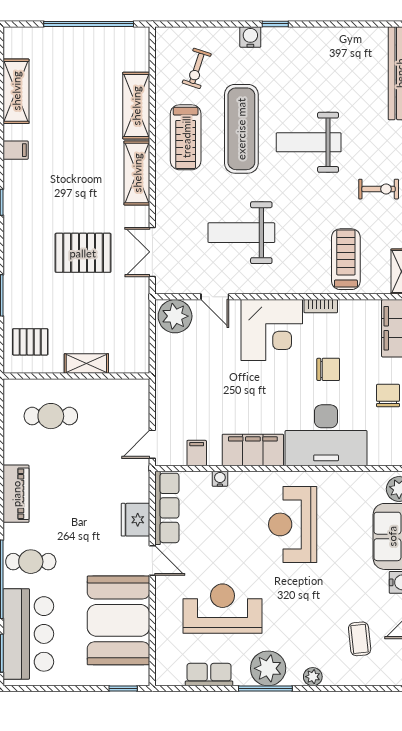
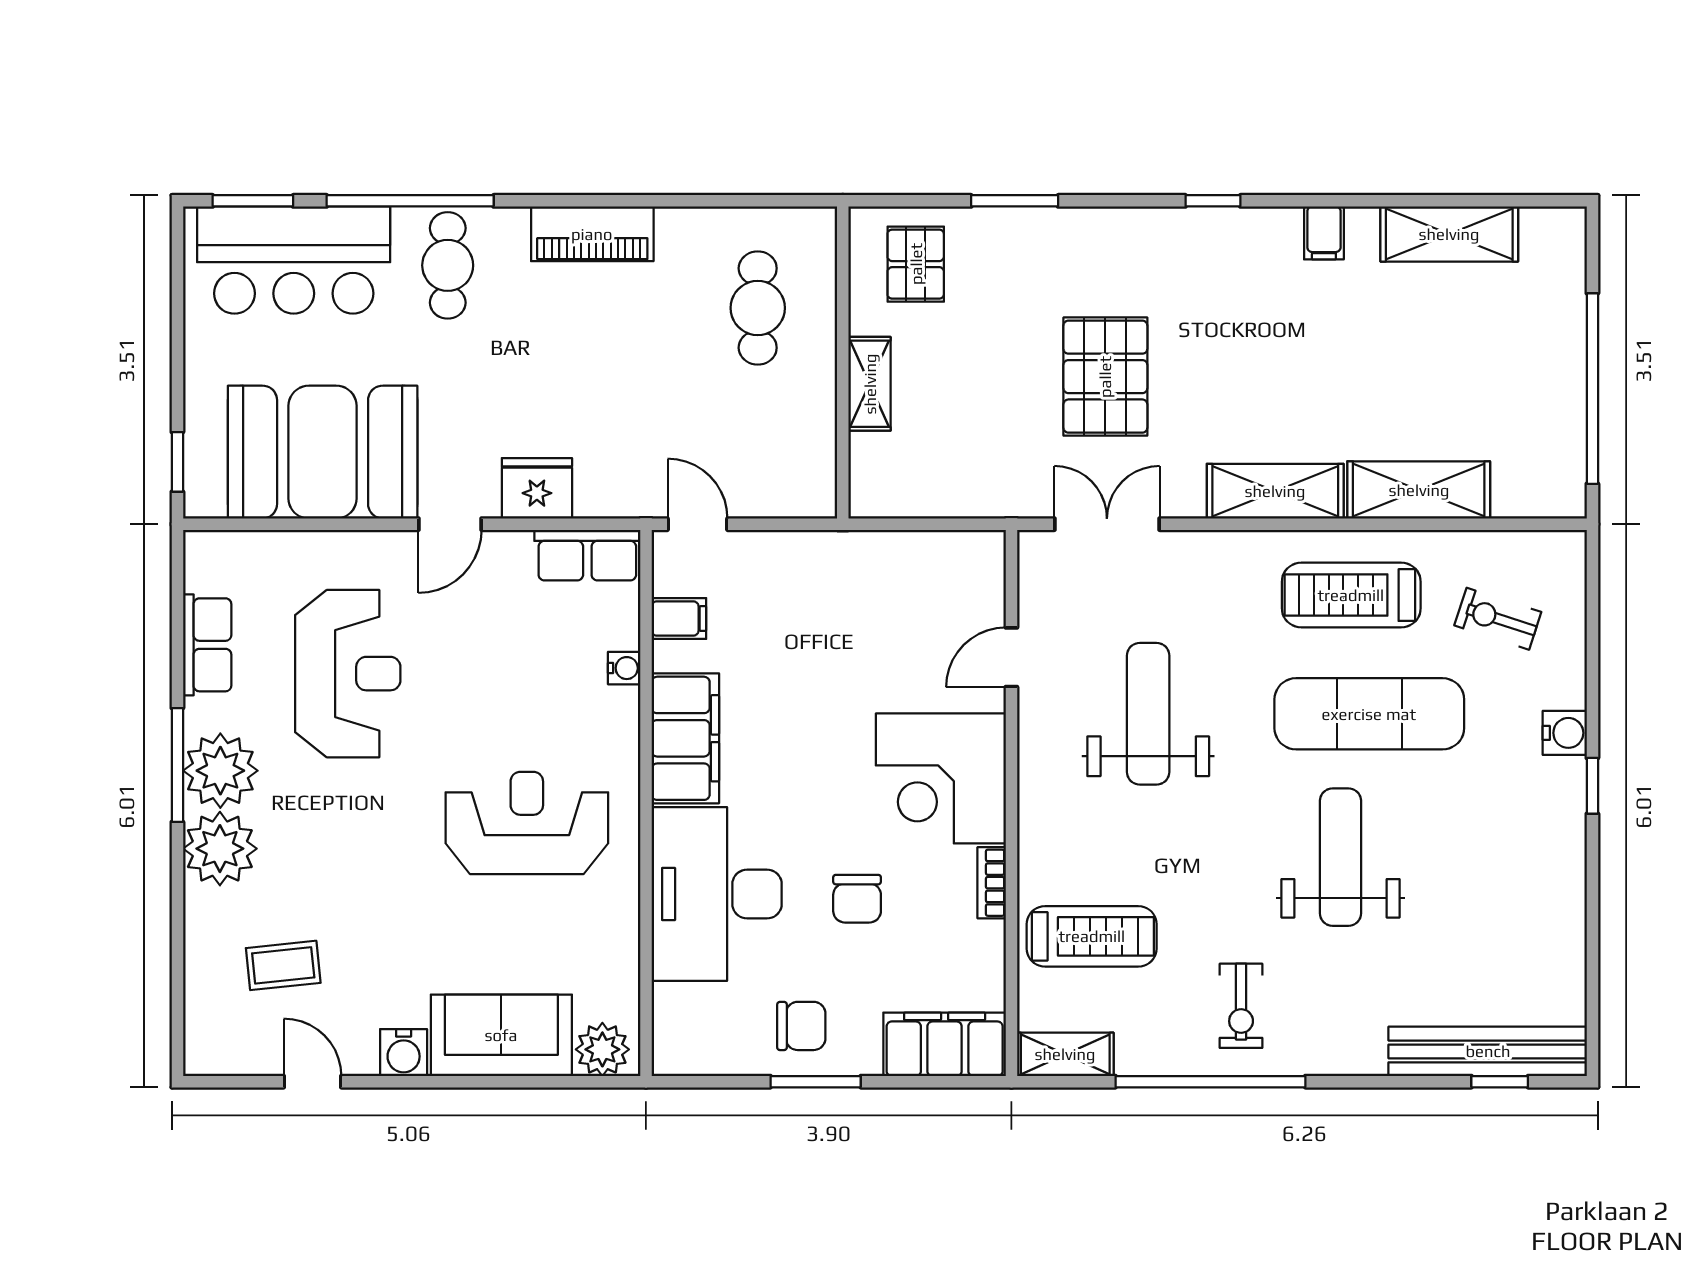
plant: (175, 316) -> (970, 573), removed
row of seats: (167, 508) -> (587, 555), width x0.68
plant: (313, 677) -> (220, 849), width x1.88, depth x1.88

